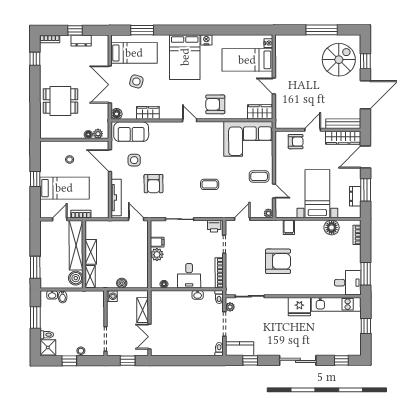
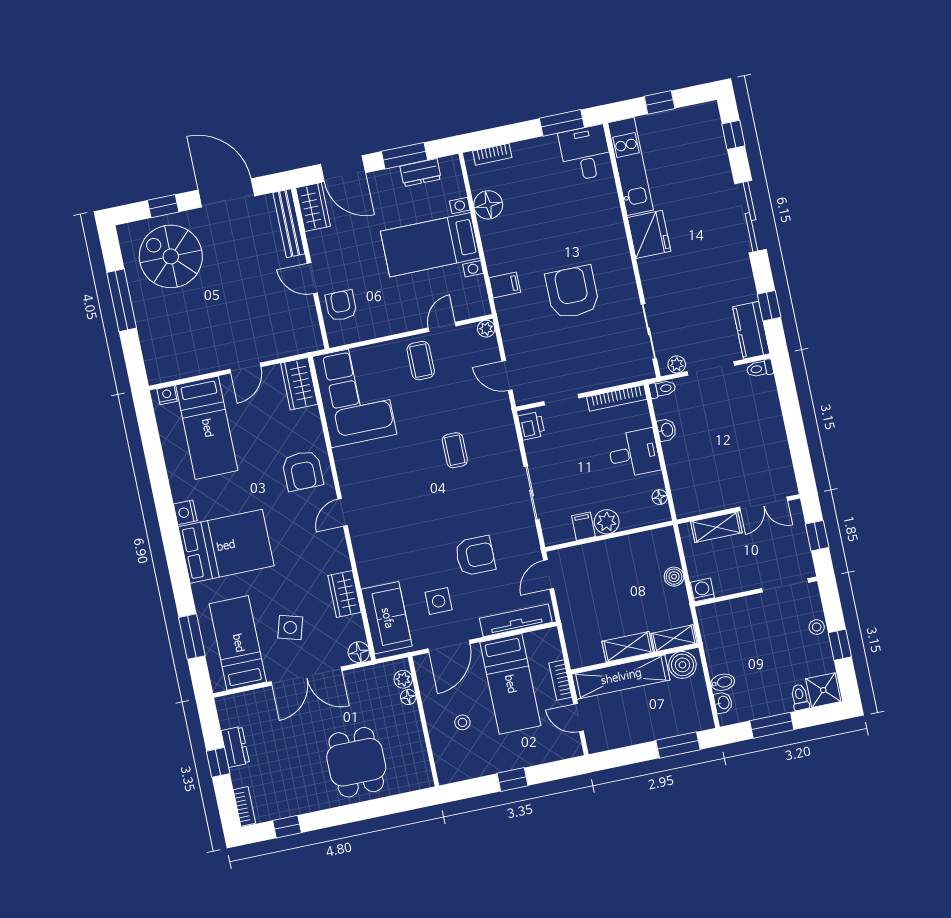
wardrobe: (343, 138) -> (313, 207), width x0.67
bed: (64, 188) -> (510, 684), moved, turned 180

